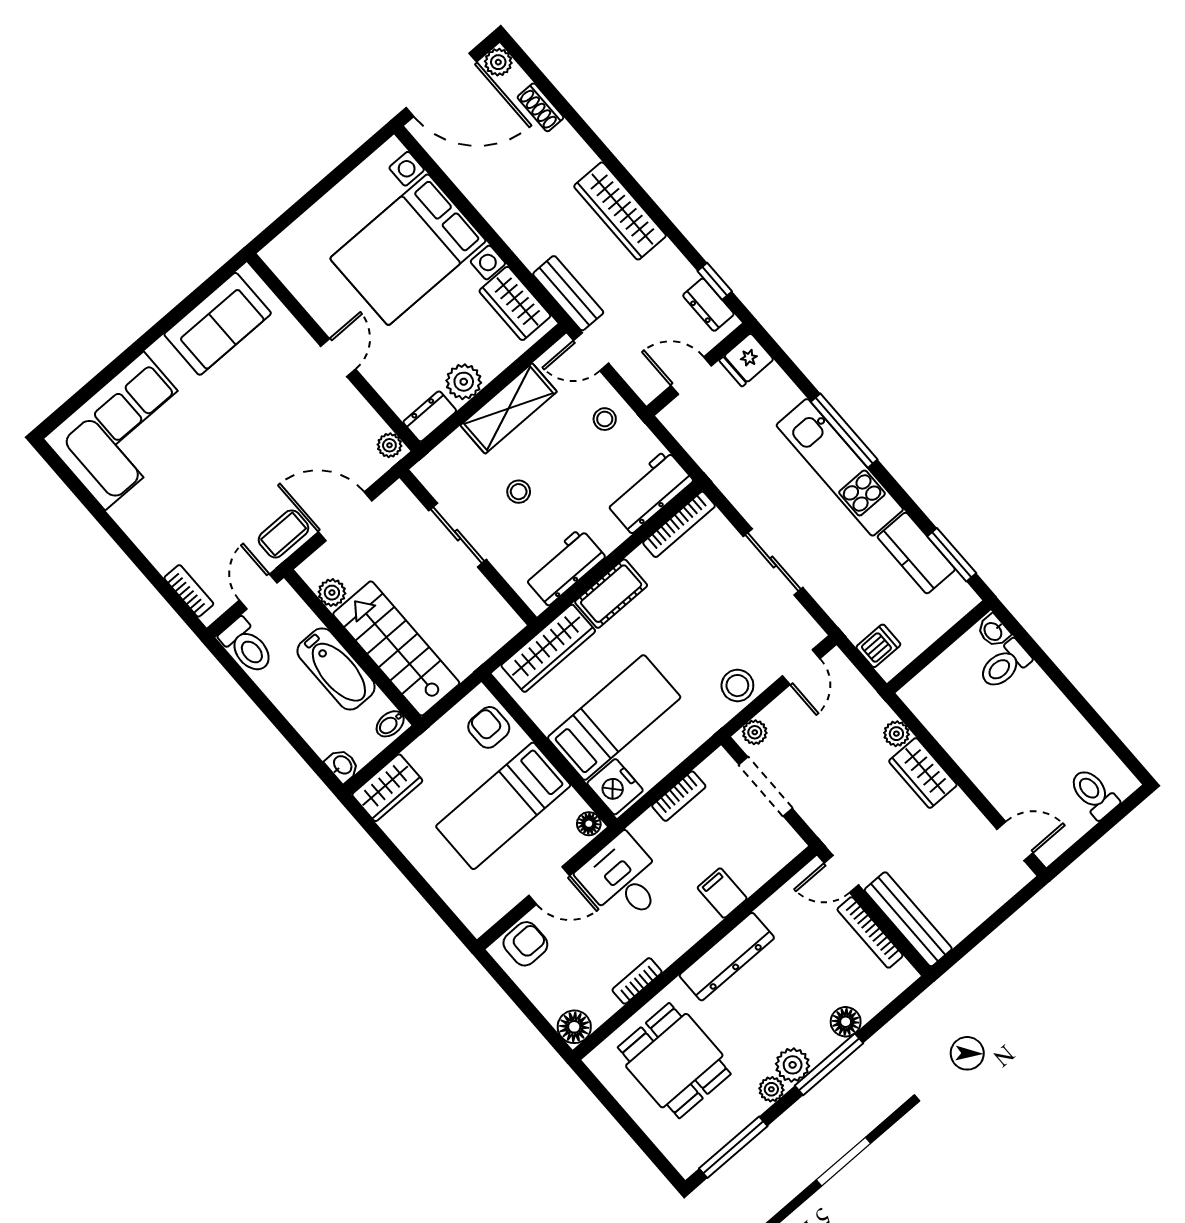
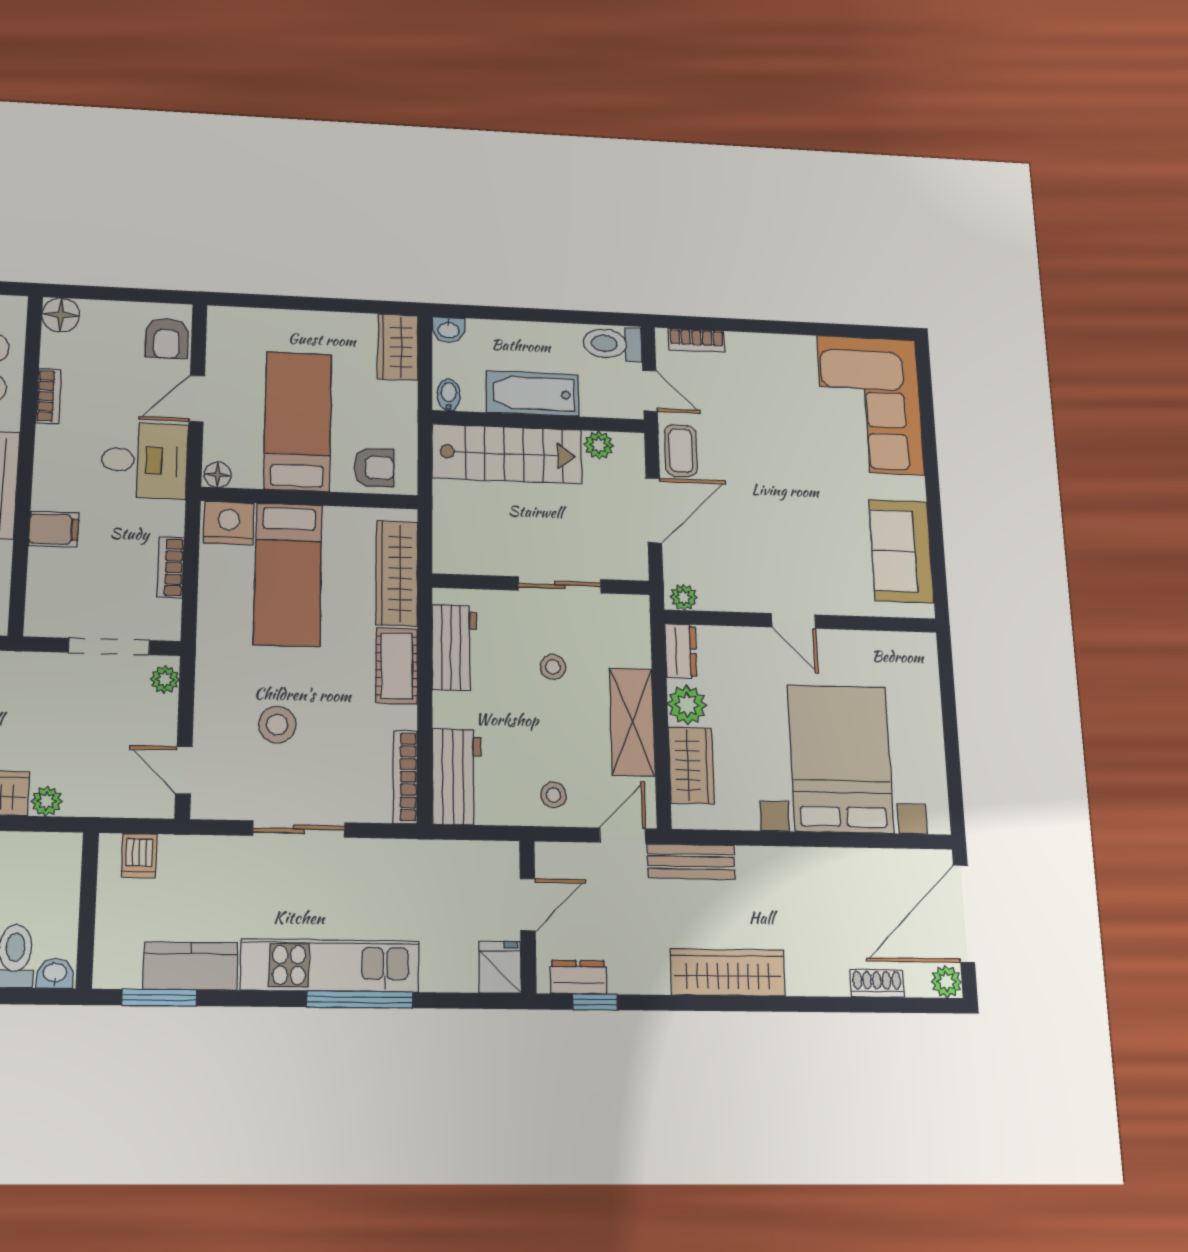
wardrobe: (515, 303) -> (691, 765), moved, turned 90
stool: (737, 686) -> (277, 725), moved

